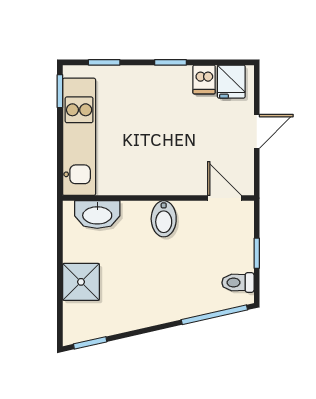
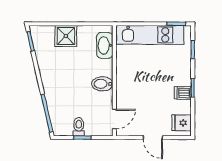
dishwasher: (204, 79) -> (183, 93), moved
toilet: (238, 283) -> (79, 127), moved

